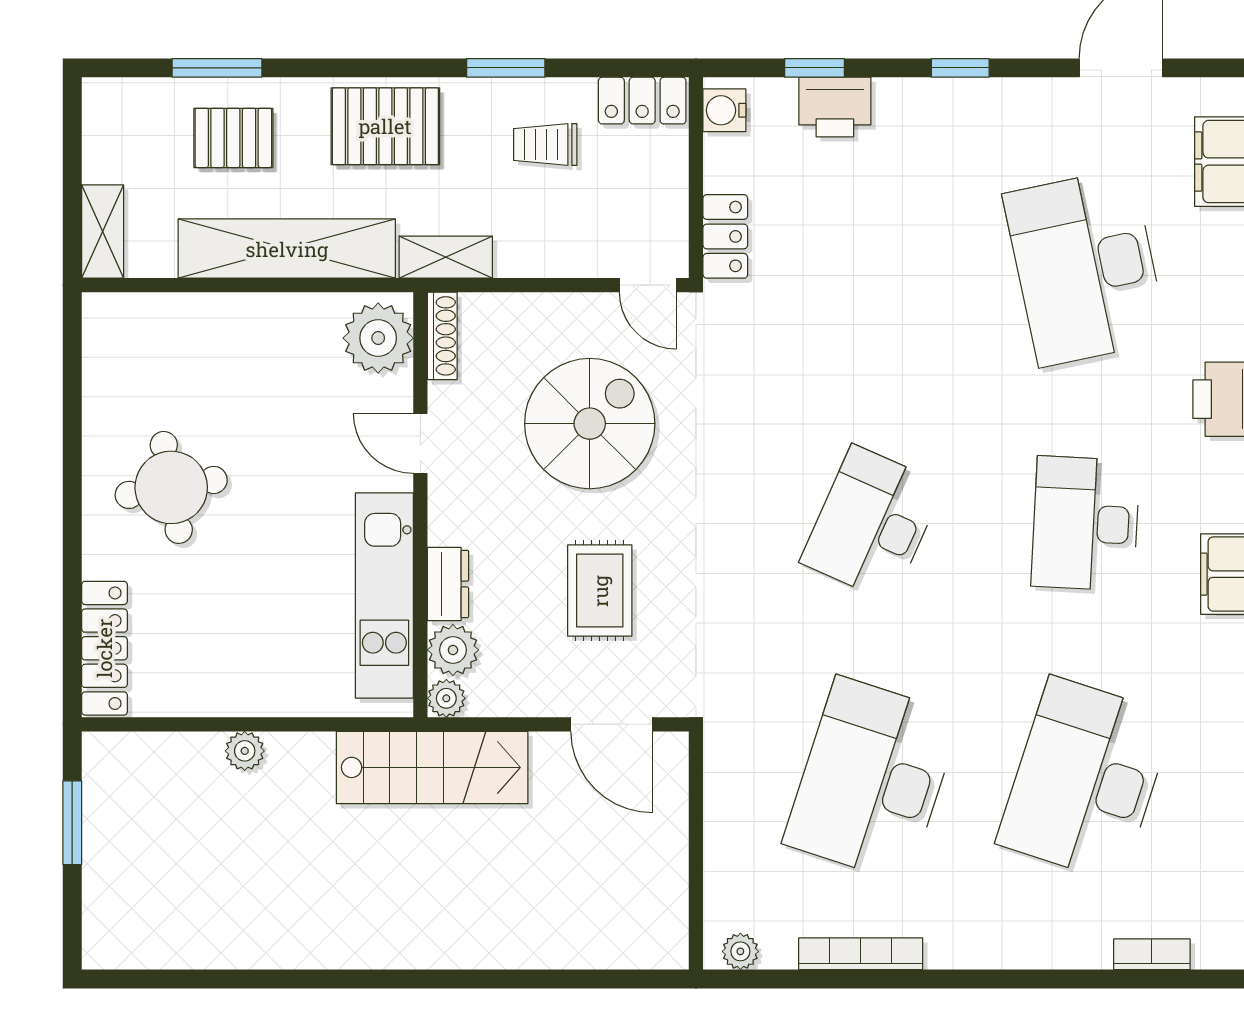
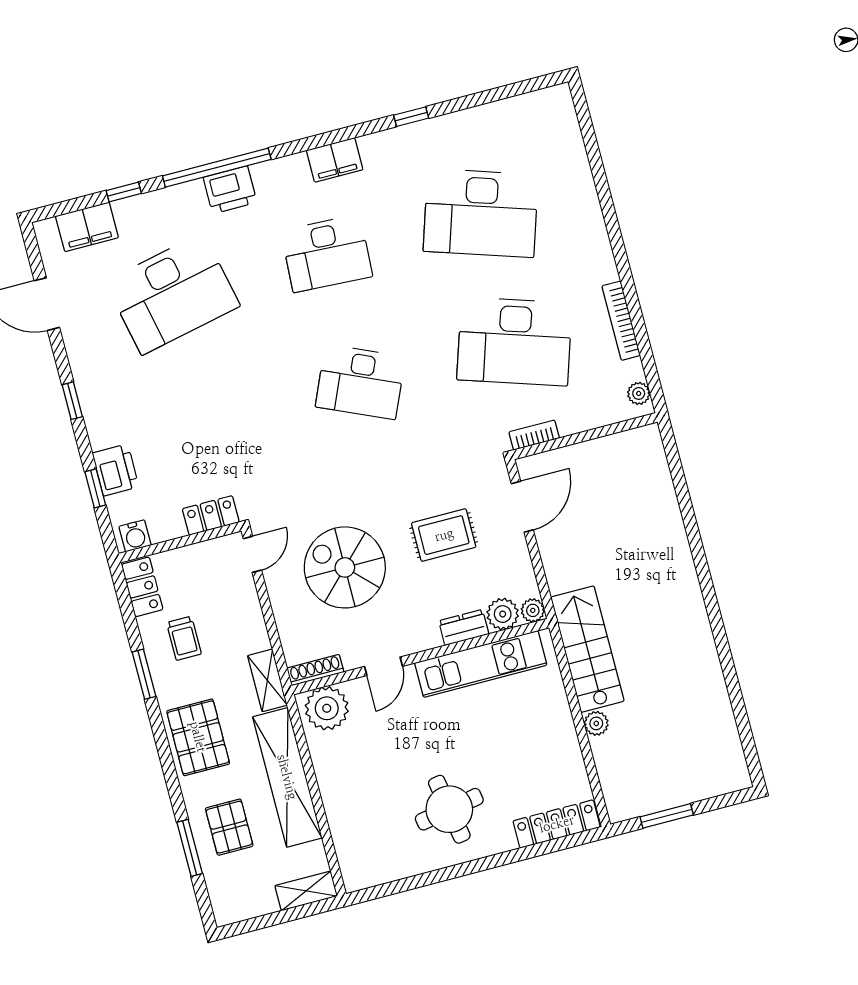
stairs: (432, 767) -> (587, 649), moved
bookcase: (1152, 954) -> (534, 435), moved, turned 90

